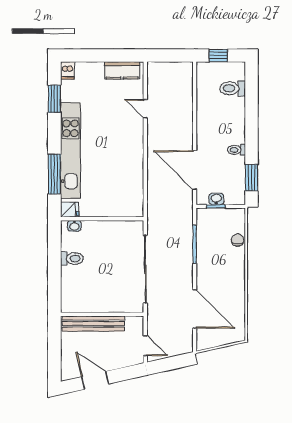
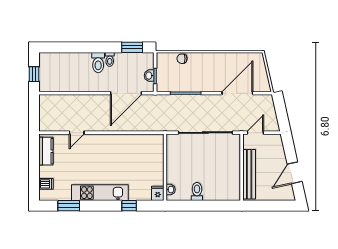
dishwasher: (67, 70) -> (46, 184), moved
toilet: (233, 88) -> (98, 63), moved
kitchen unit: (70, 150) -> (100, 193), width x0.73
window: (54, 174) -> (129, 206), width x0.46
door: (145, 346) -> (255, 133), moved

